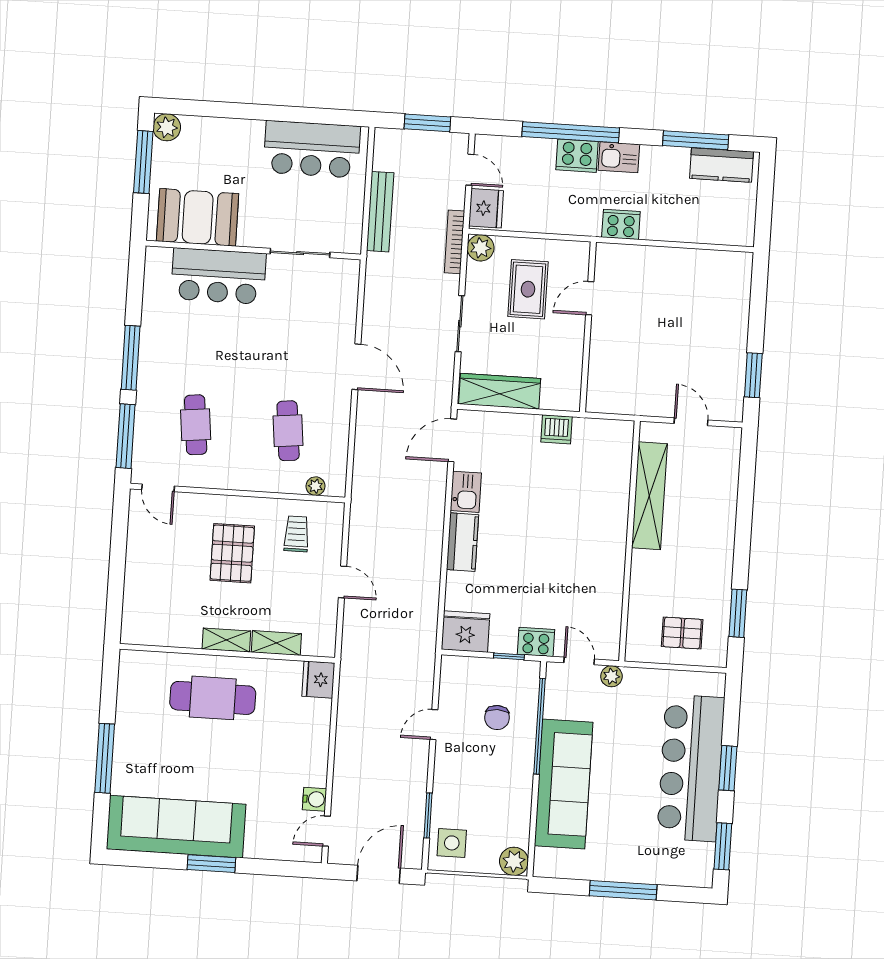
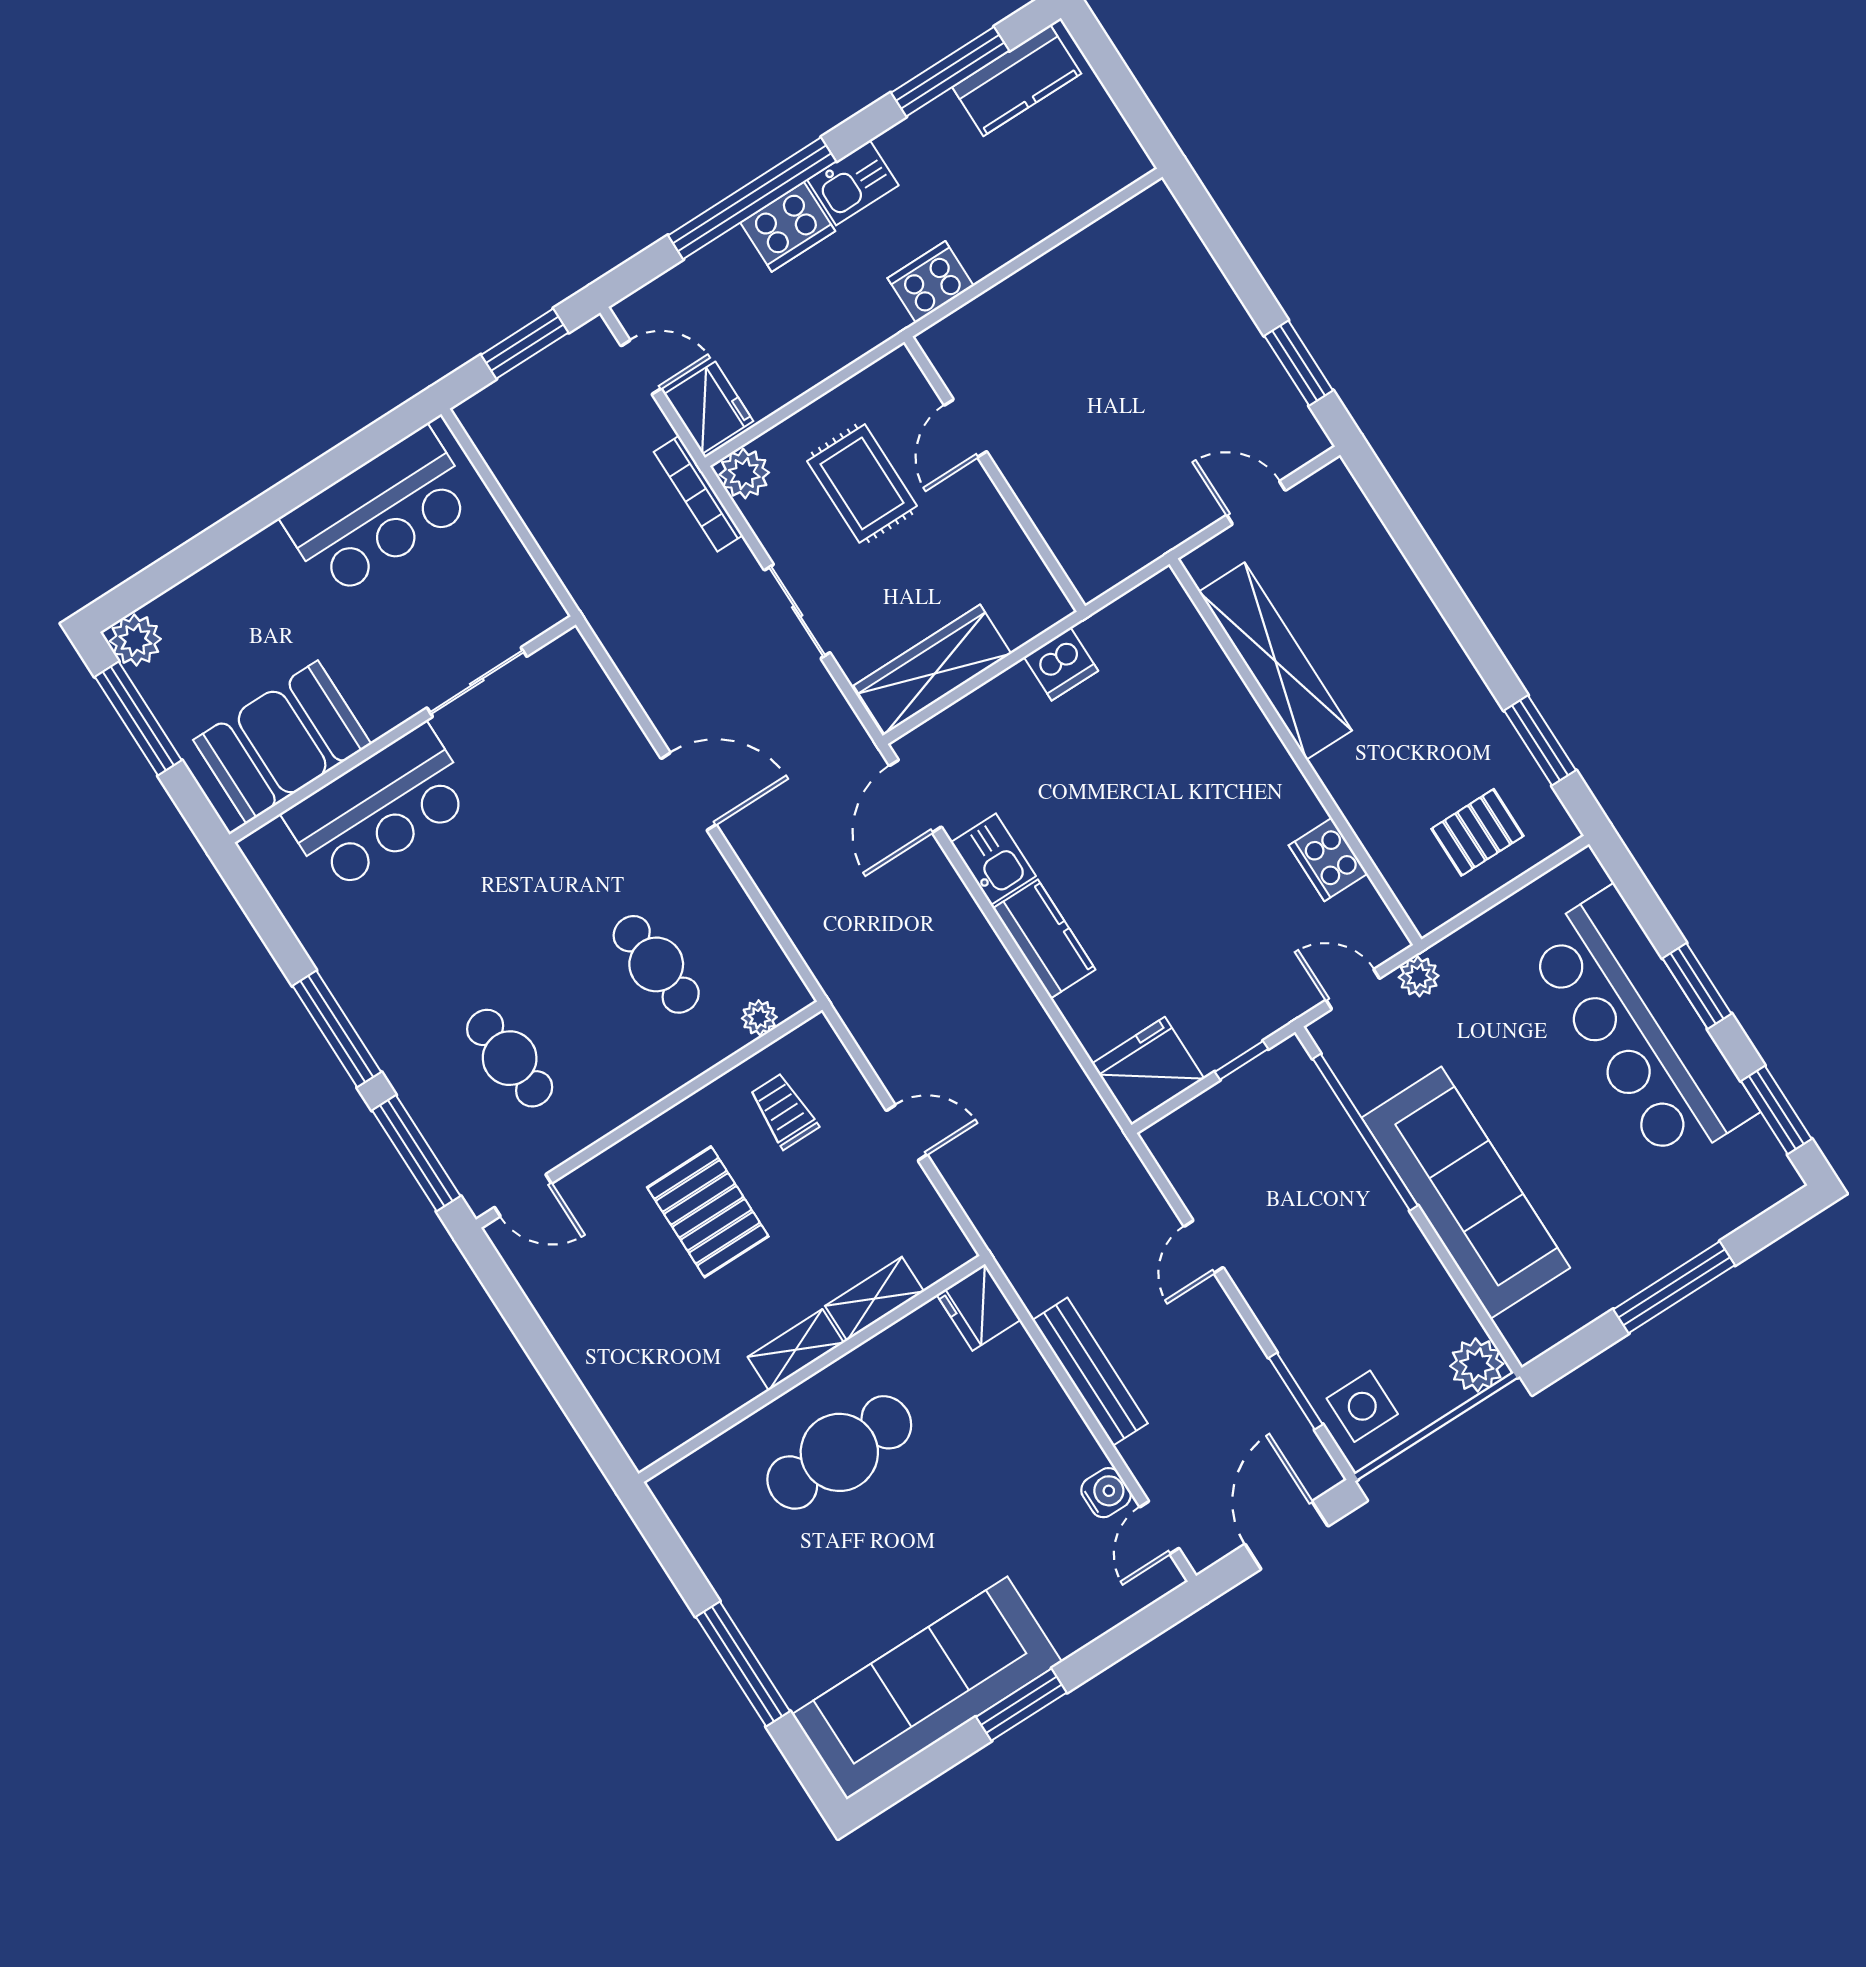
bench: (380, 212) -> (1090, 1372), moved
cooker: (536, 642) -> (1328, 859), moved, turned -90
chair: (497, 718) -> (1291, 1166), removed

